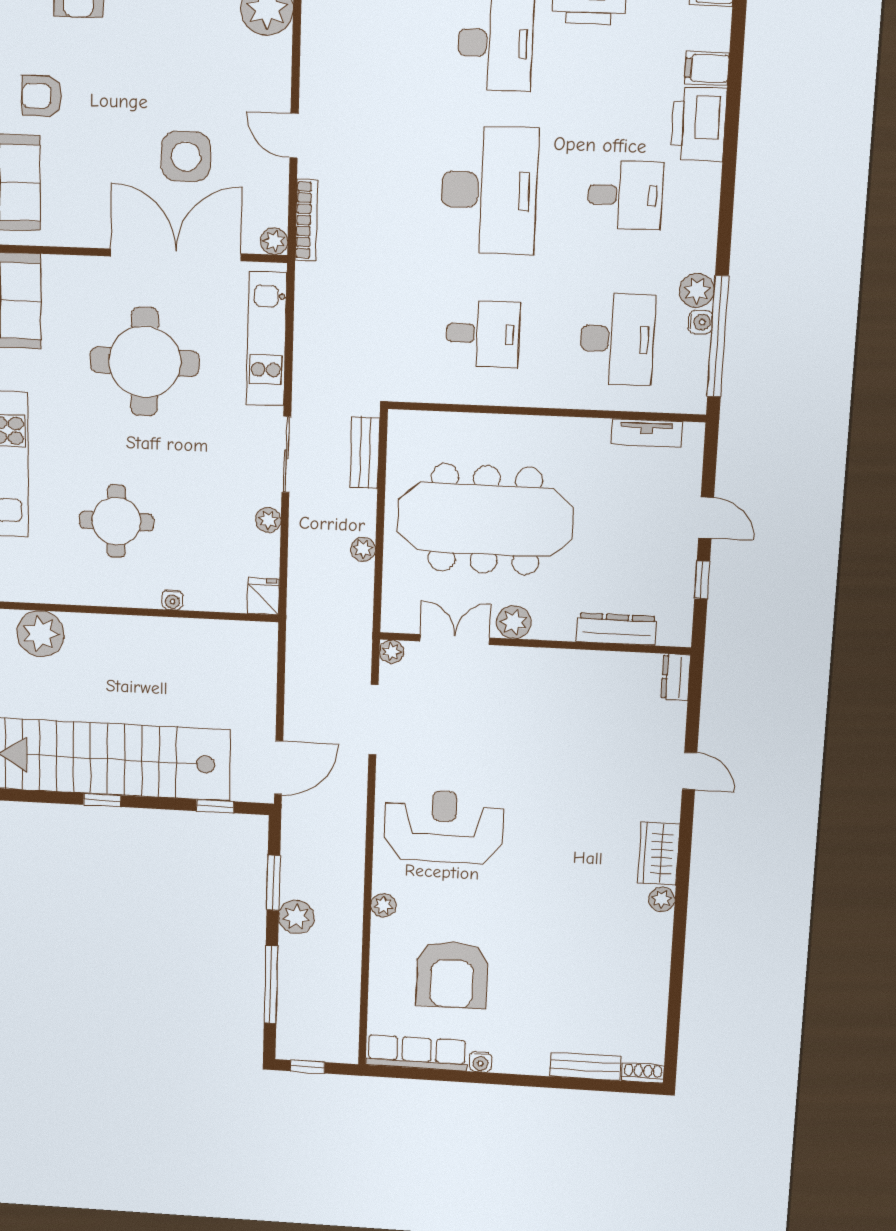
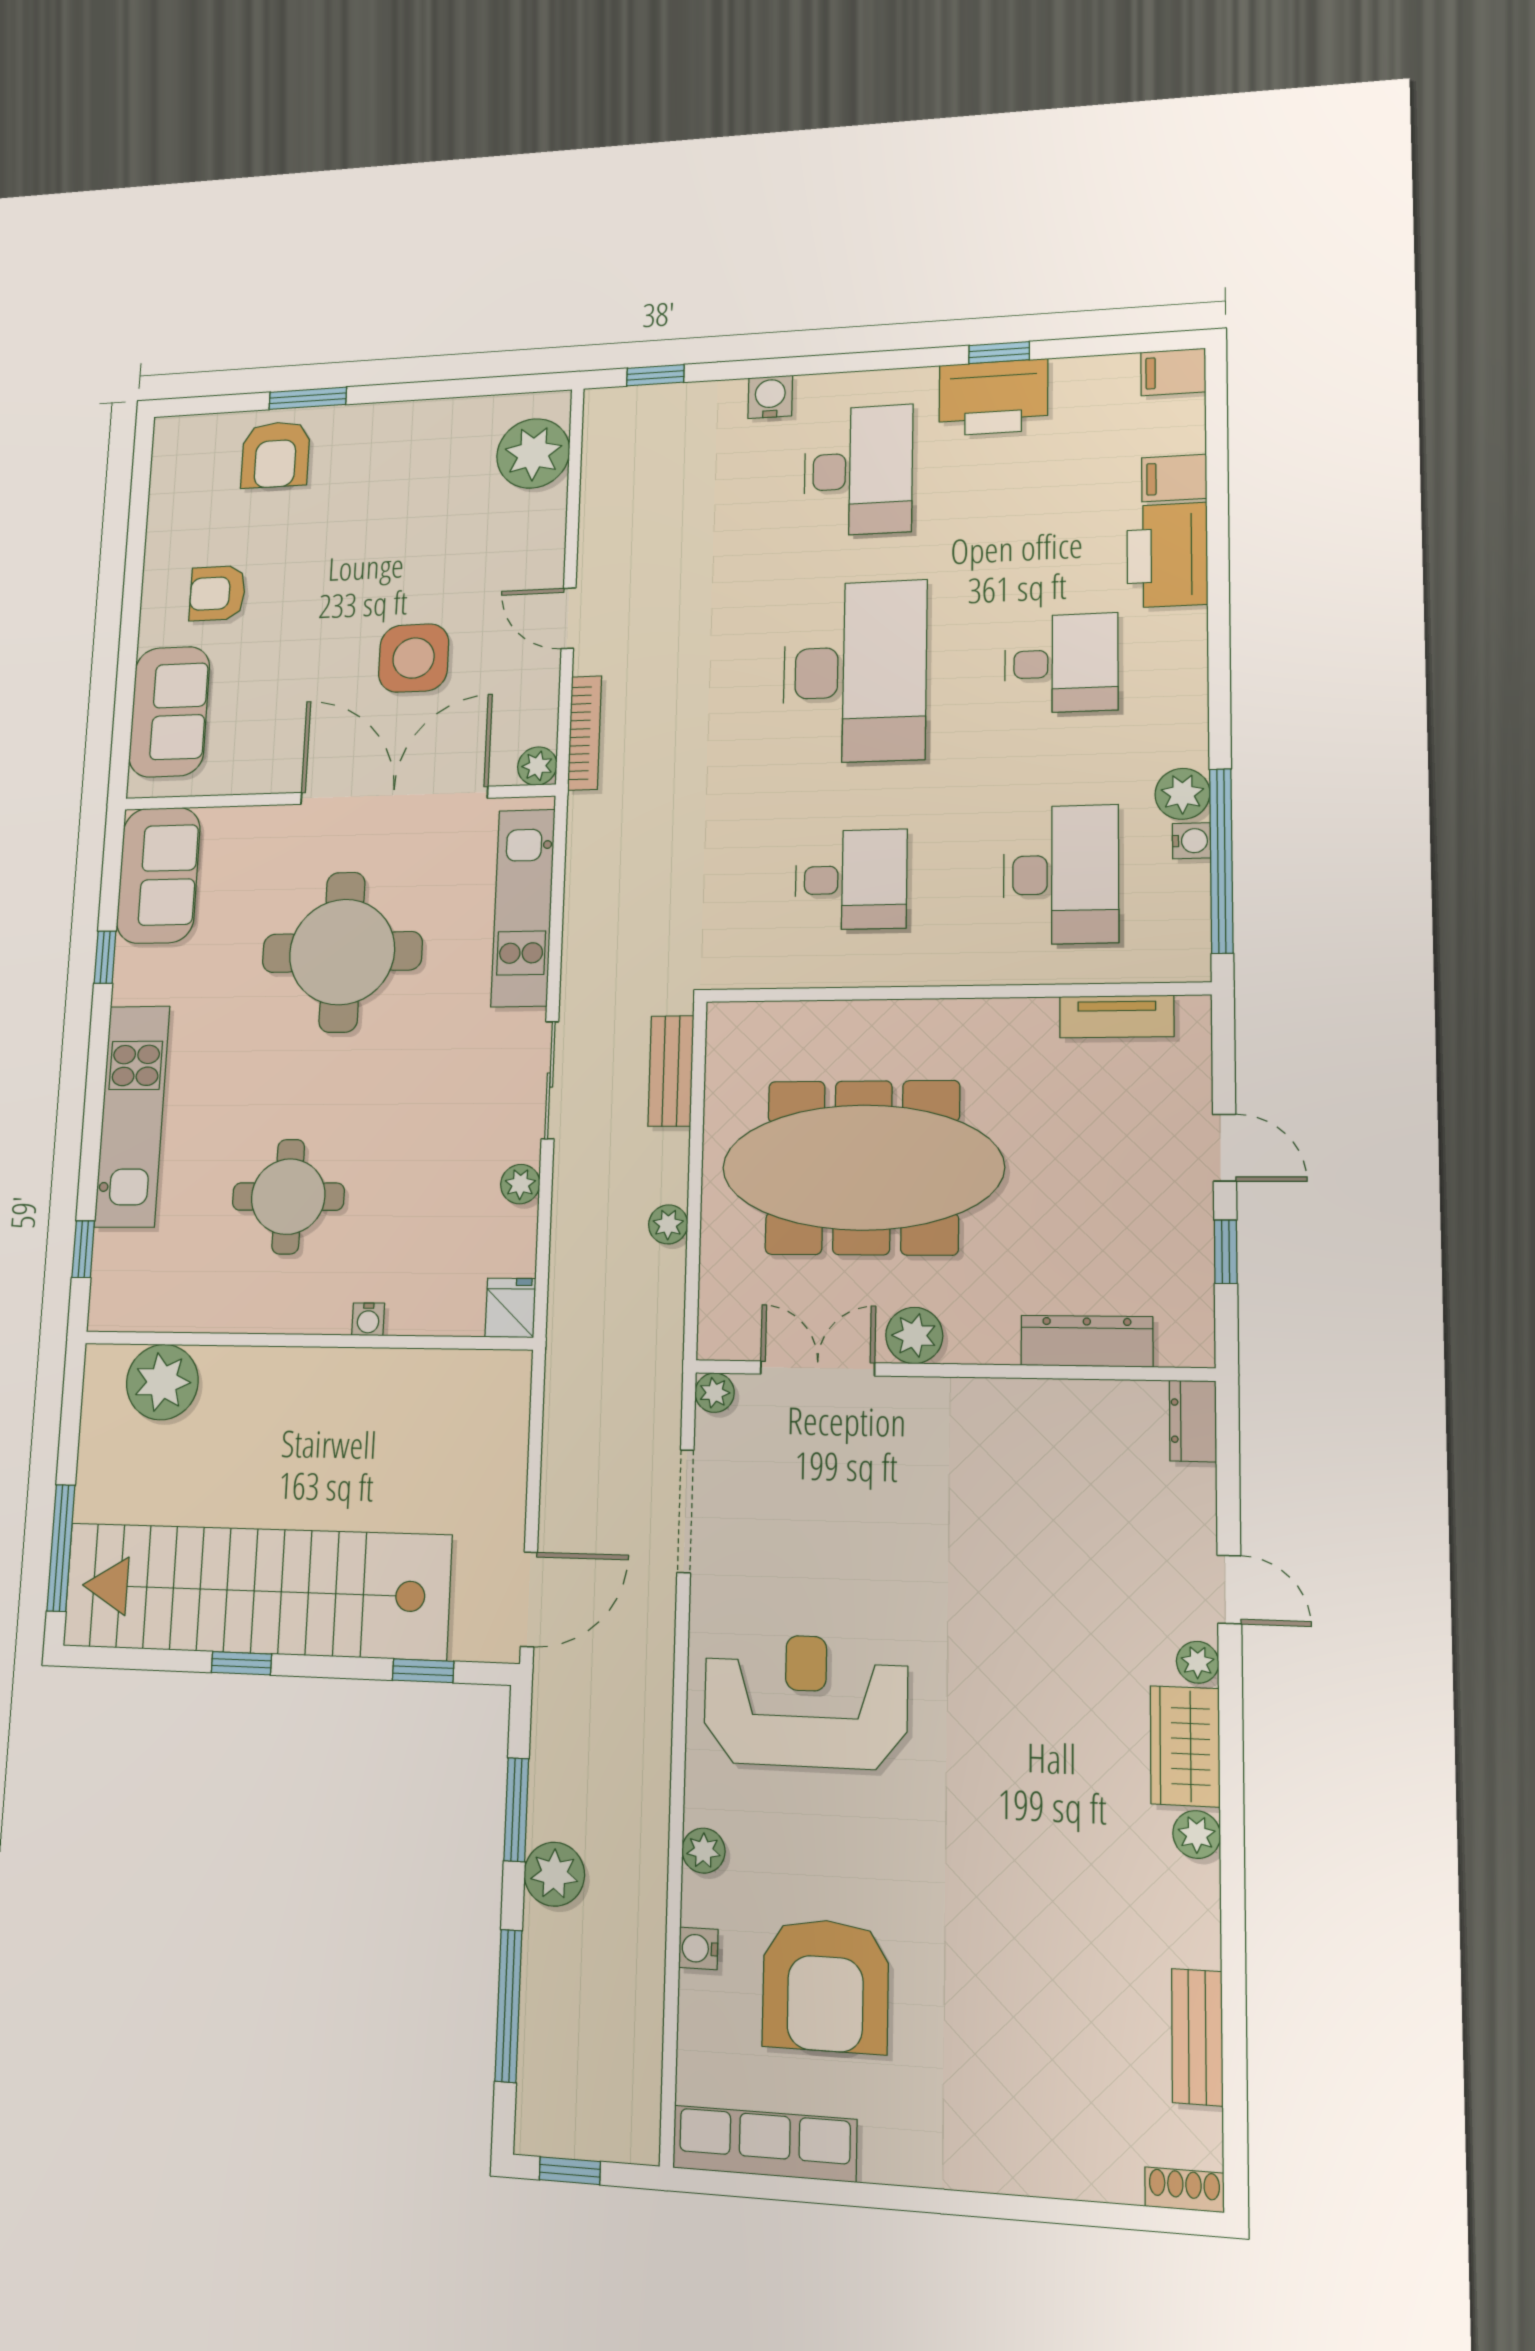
plant: (669, 810) -> (1198, 1662), added
water cooler: (481, 1062) -> (698, 1948), moved, turned 90
bench: (585, 1066) -> (1197, 2037), moved, turned 90

